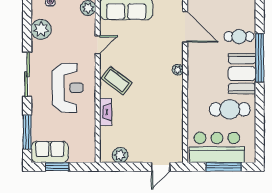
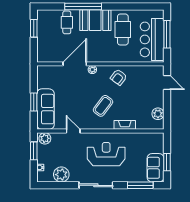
door: (185, 27) -> (75, 64), moved
coffee table: (117, 81) -> (103, 106), moved
armchair: (168, 104) -> (119, 77), added

